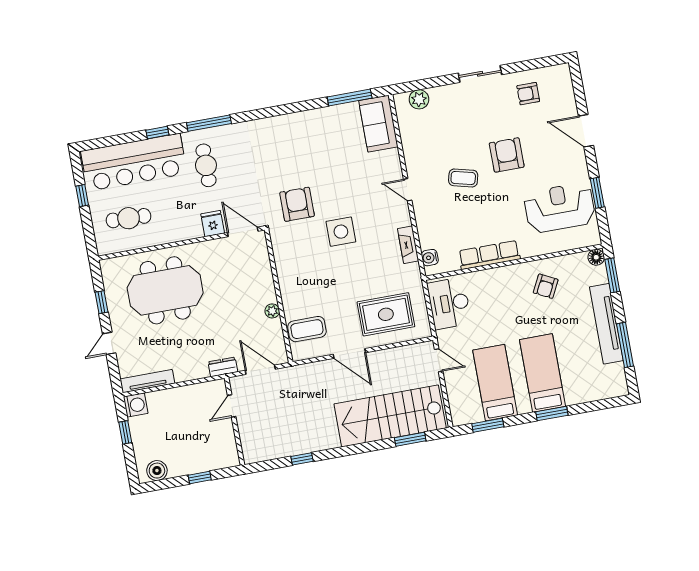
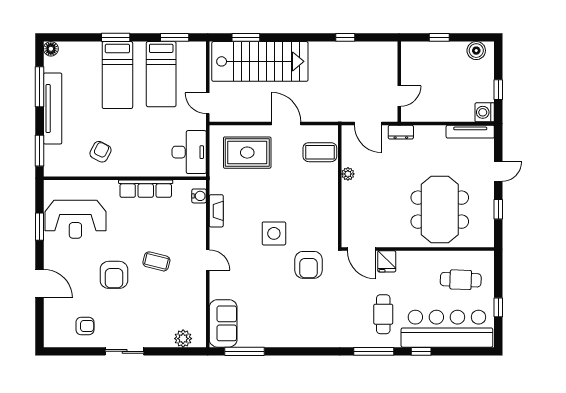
floor lamp: (596, 257) -> (51, 49), moved
meeting table: (165, 290) -> (440, 210), turned 90

